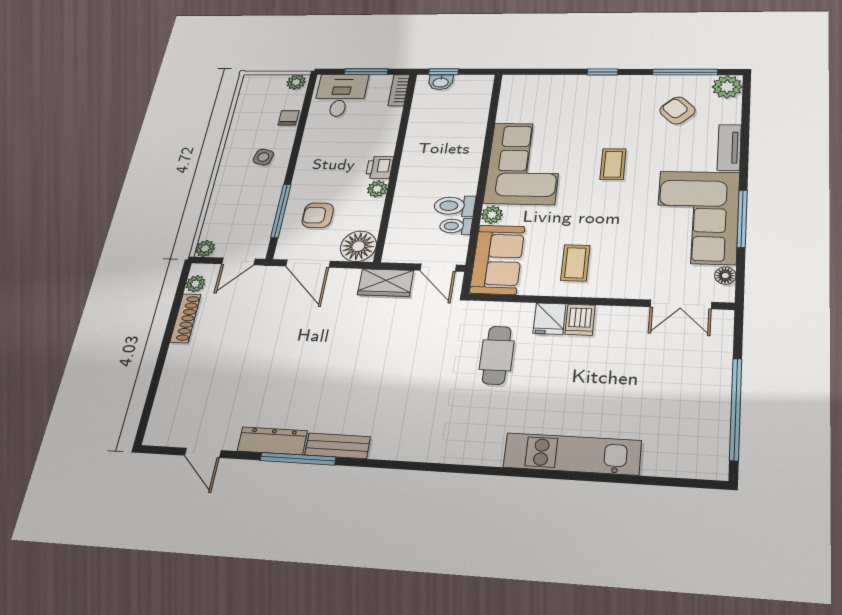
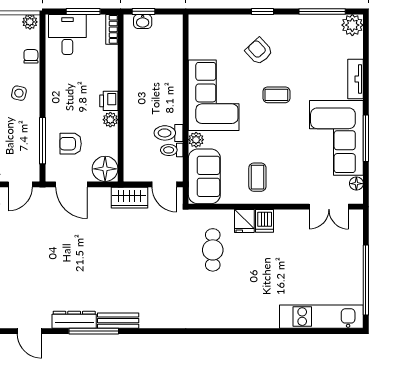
armchair: (677, 111) -> (259, 51), moved
coffee table: (613, 164) -> (276, 95), turned 90
kitchen unit: (572, 454) -> (321, 317), moved

